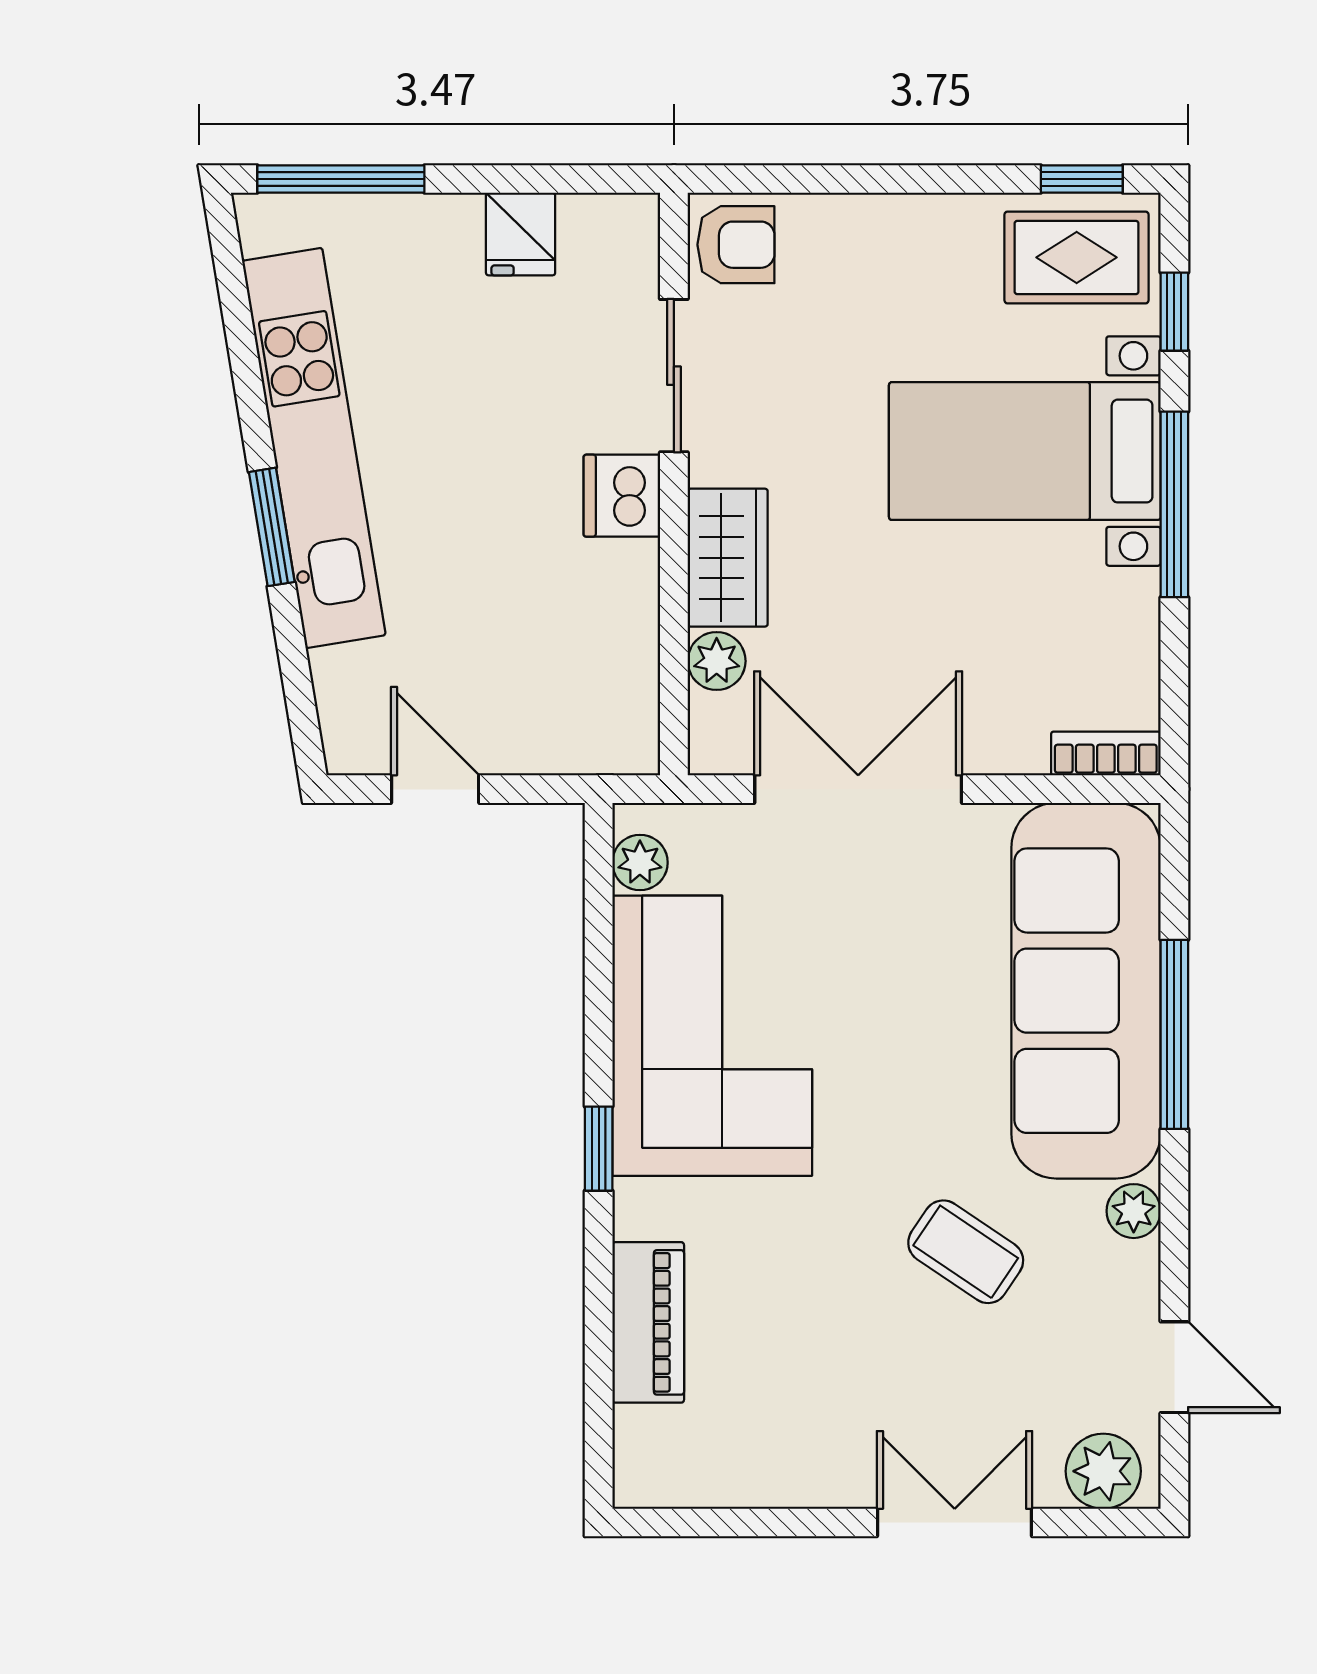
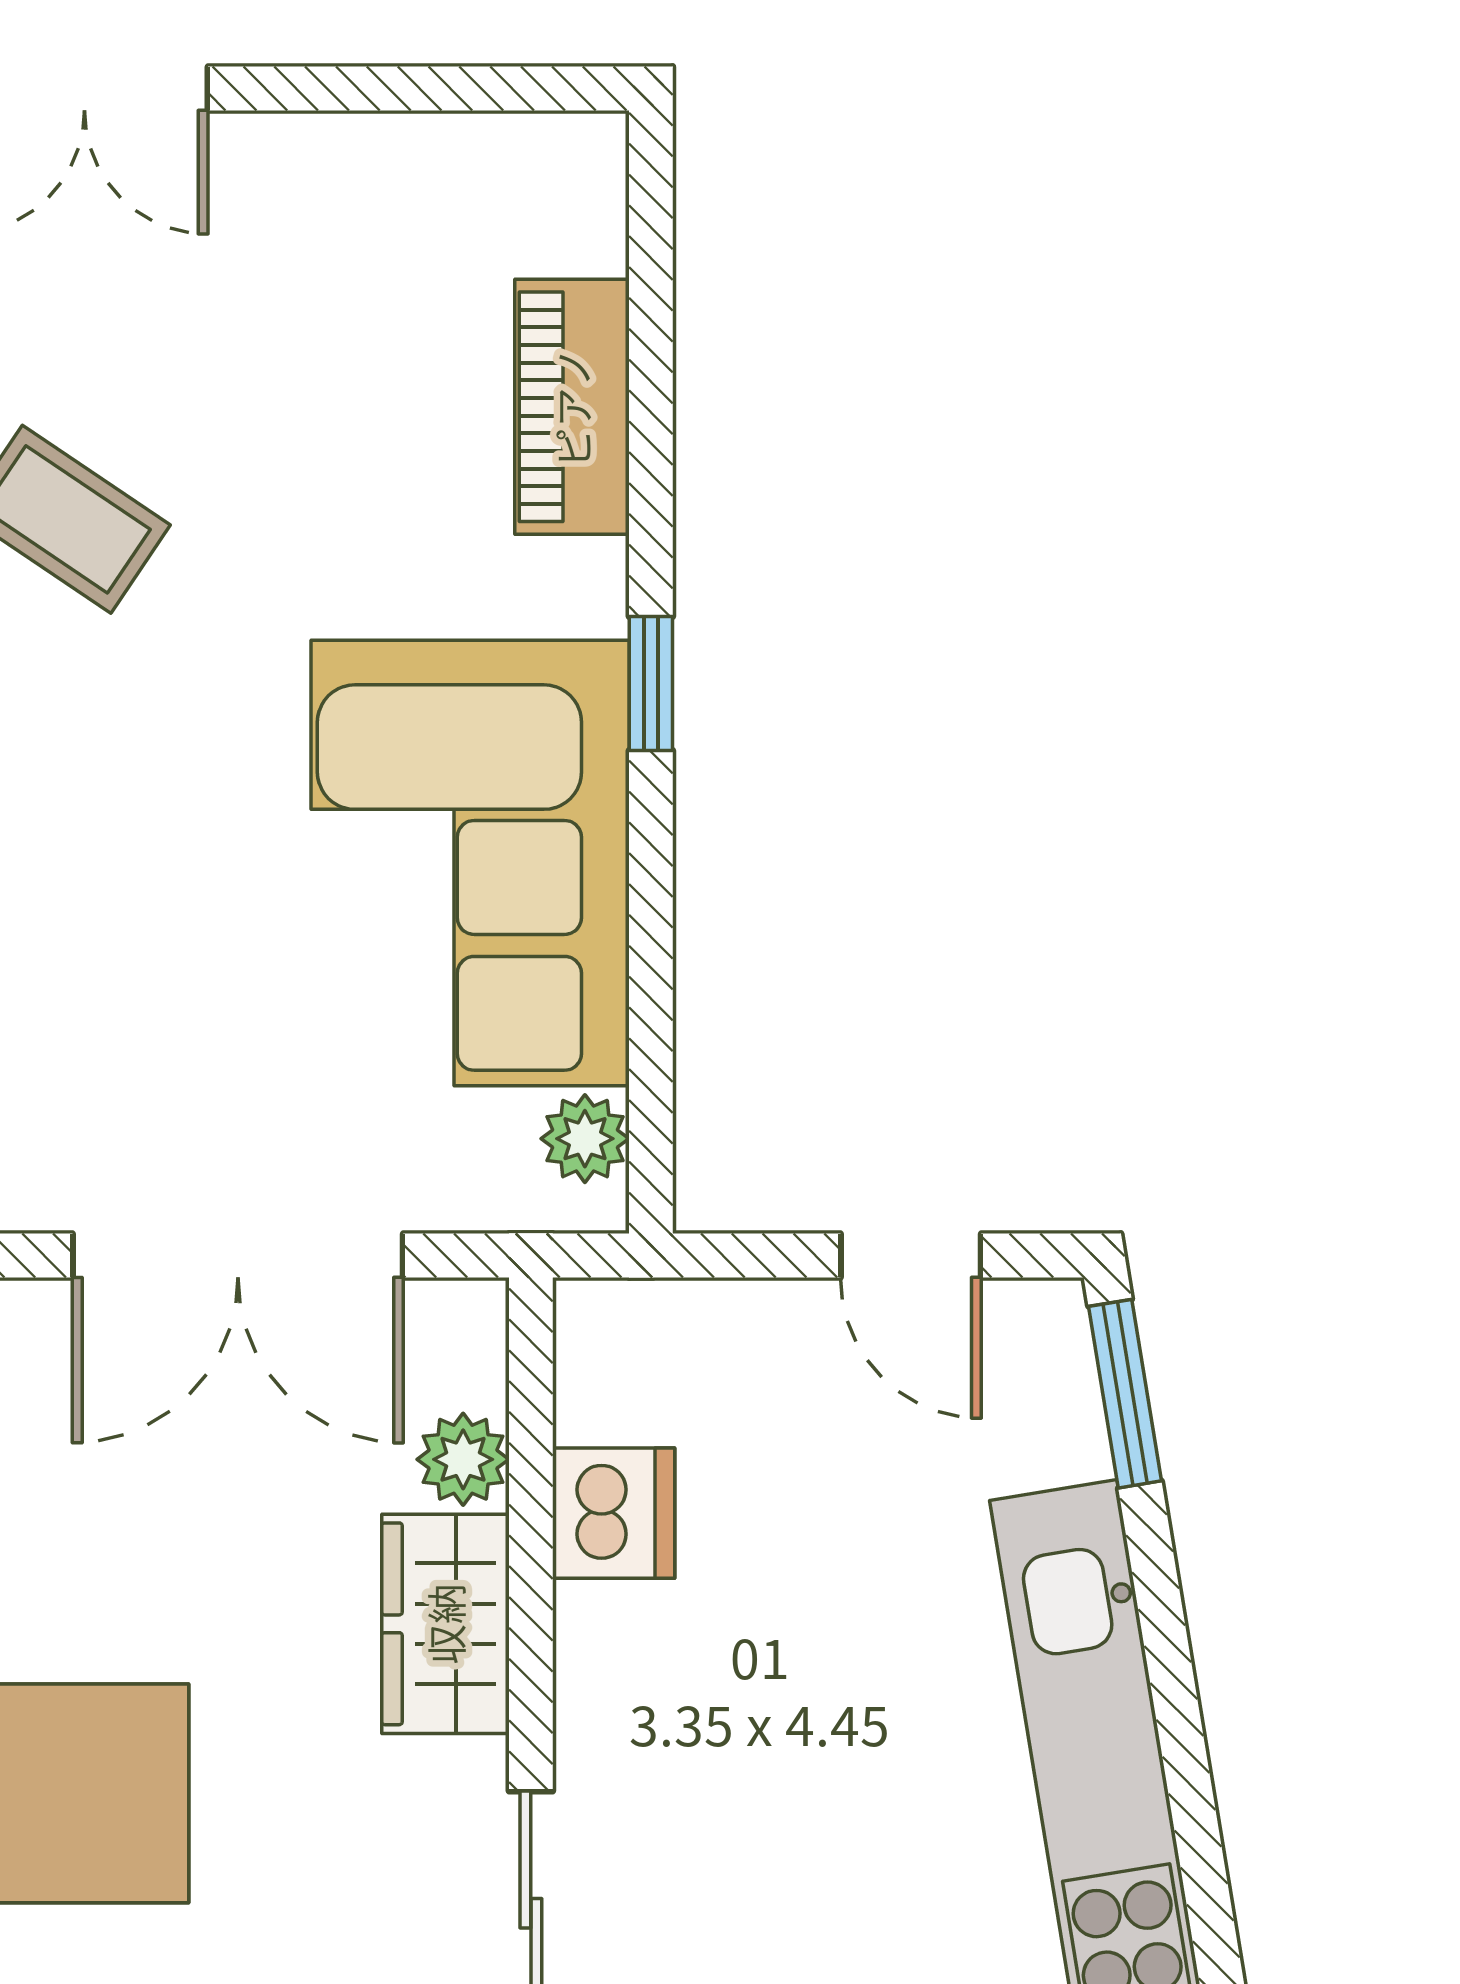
dishwasher: (622, 496) -> (614, 1513), moved
window: (272, 527) -> (1125, 1394), moved

